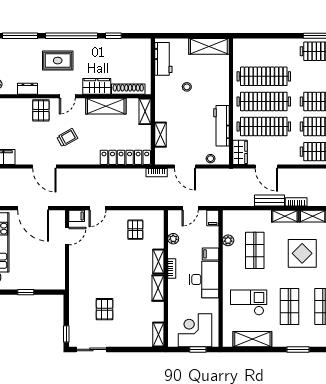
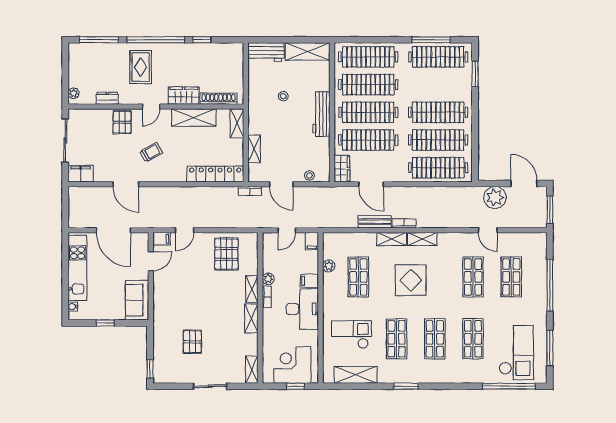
clothes rail: (264, 51) -> (368, 57), added
workbench: (163, 59) -> (266, 52), moved, turned 90
rug: (58, 61) -> (141, 67), turned 90
workbench: (221, 126) -> (321, 114), moved
pallet: (135, 230) -> (226, 254), width x1.50, depth x1.42
plant: (173, 239) -> (268, 279), moved
sofa: (55, 272) -> (137, 300), added
sliding door: (91, 349) -> (210, 386), moved

